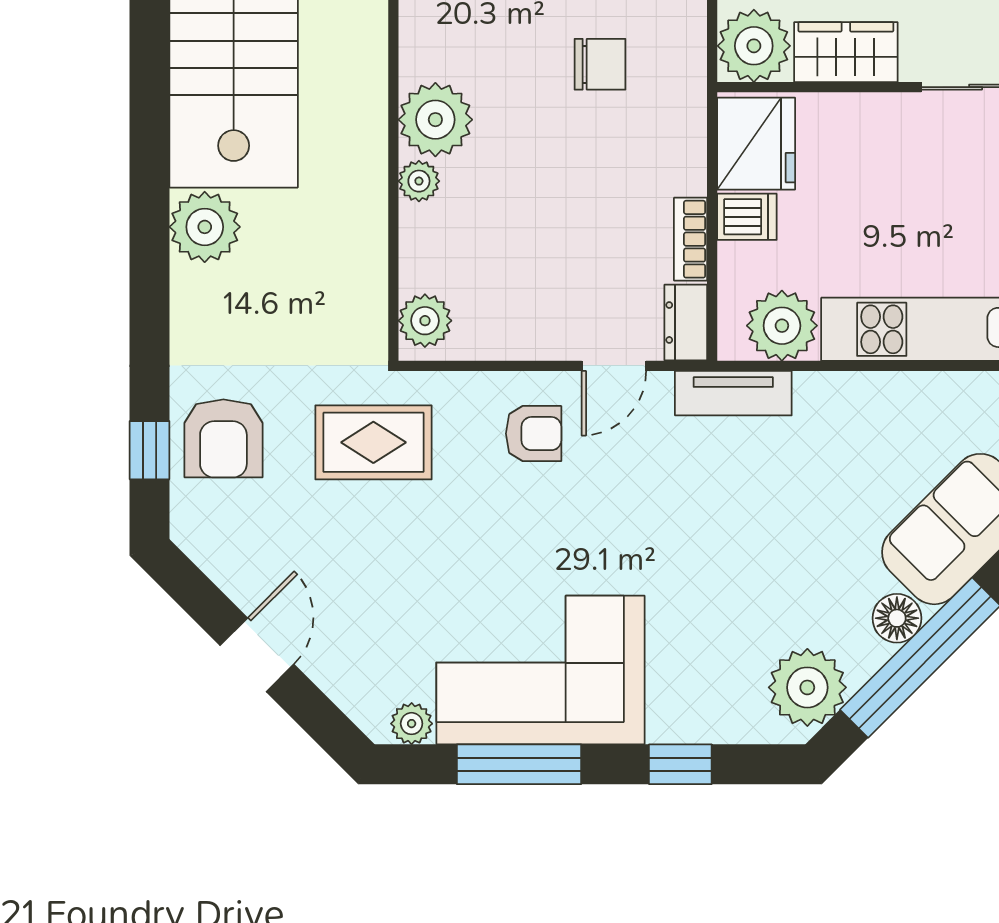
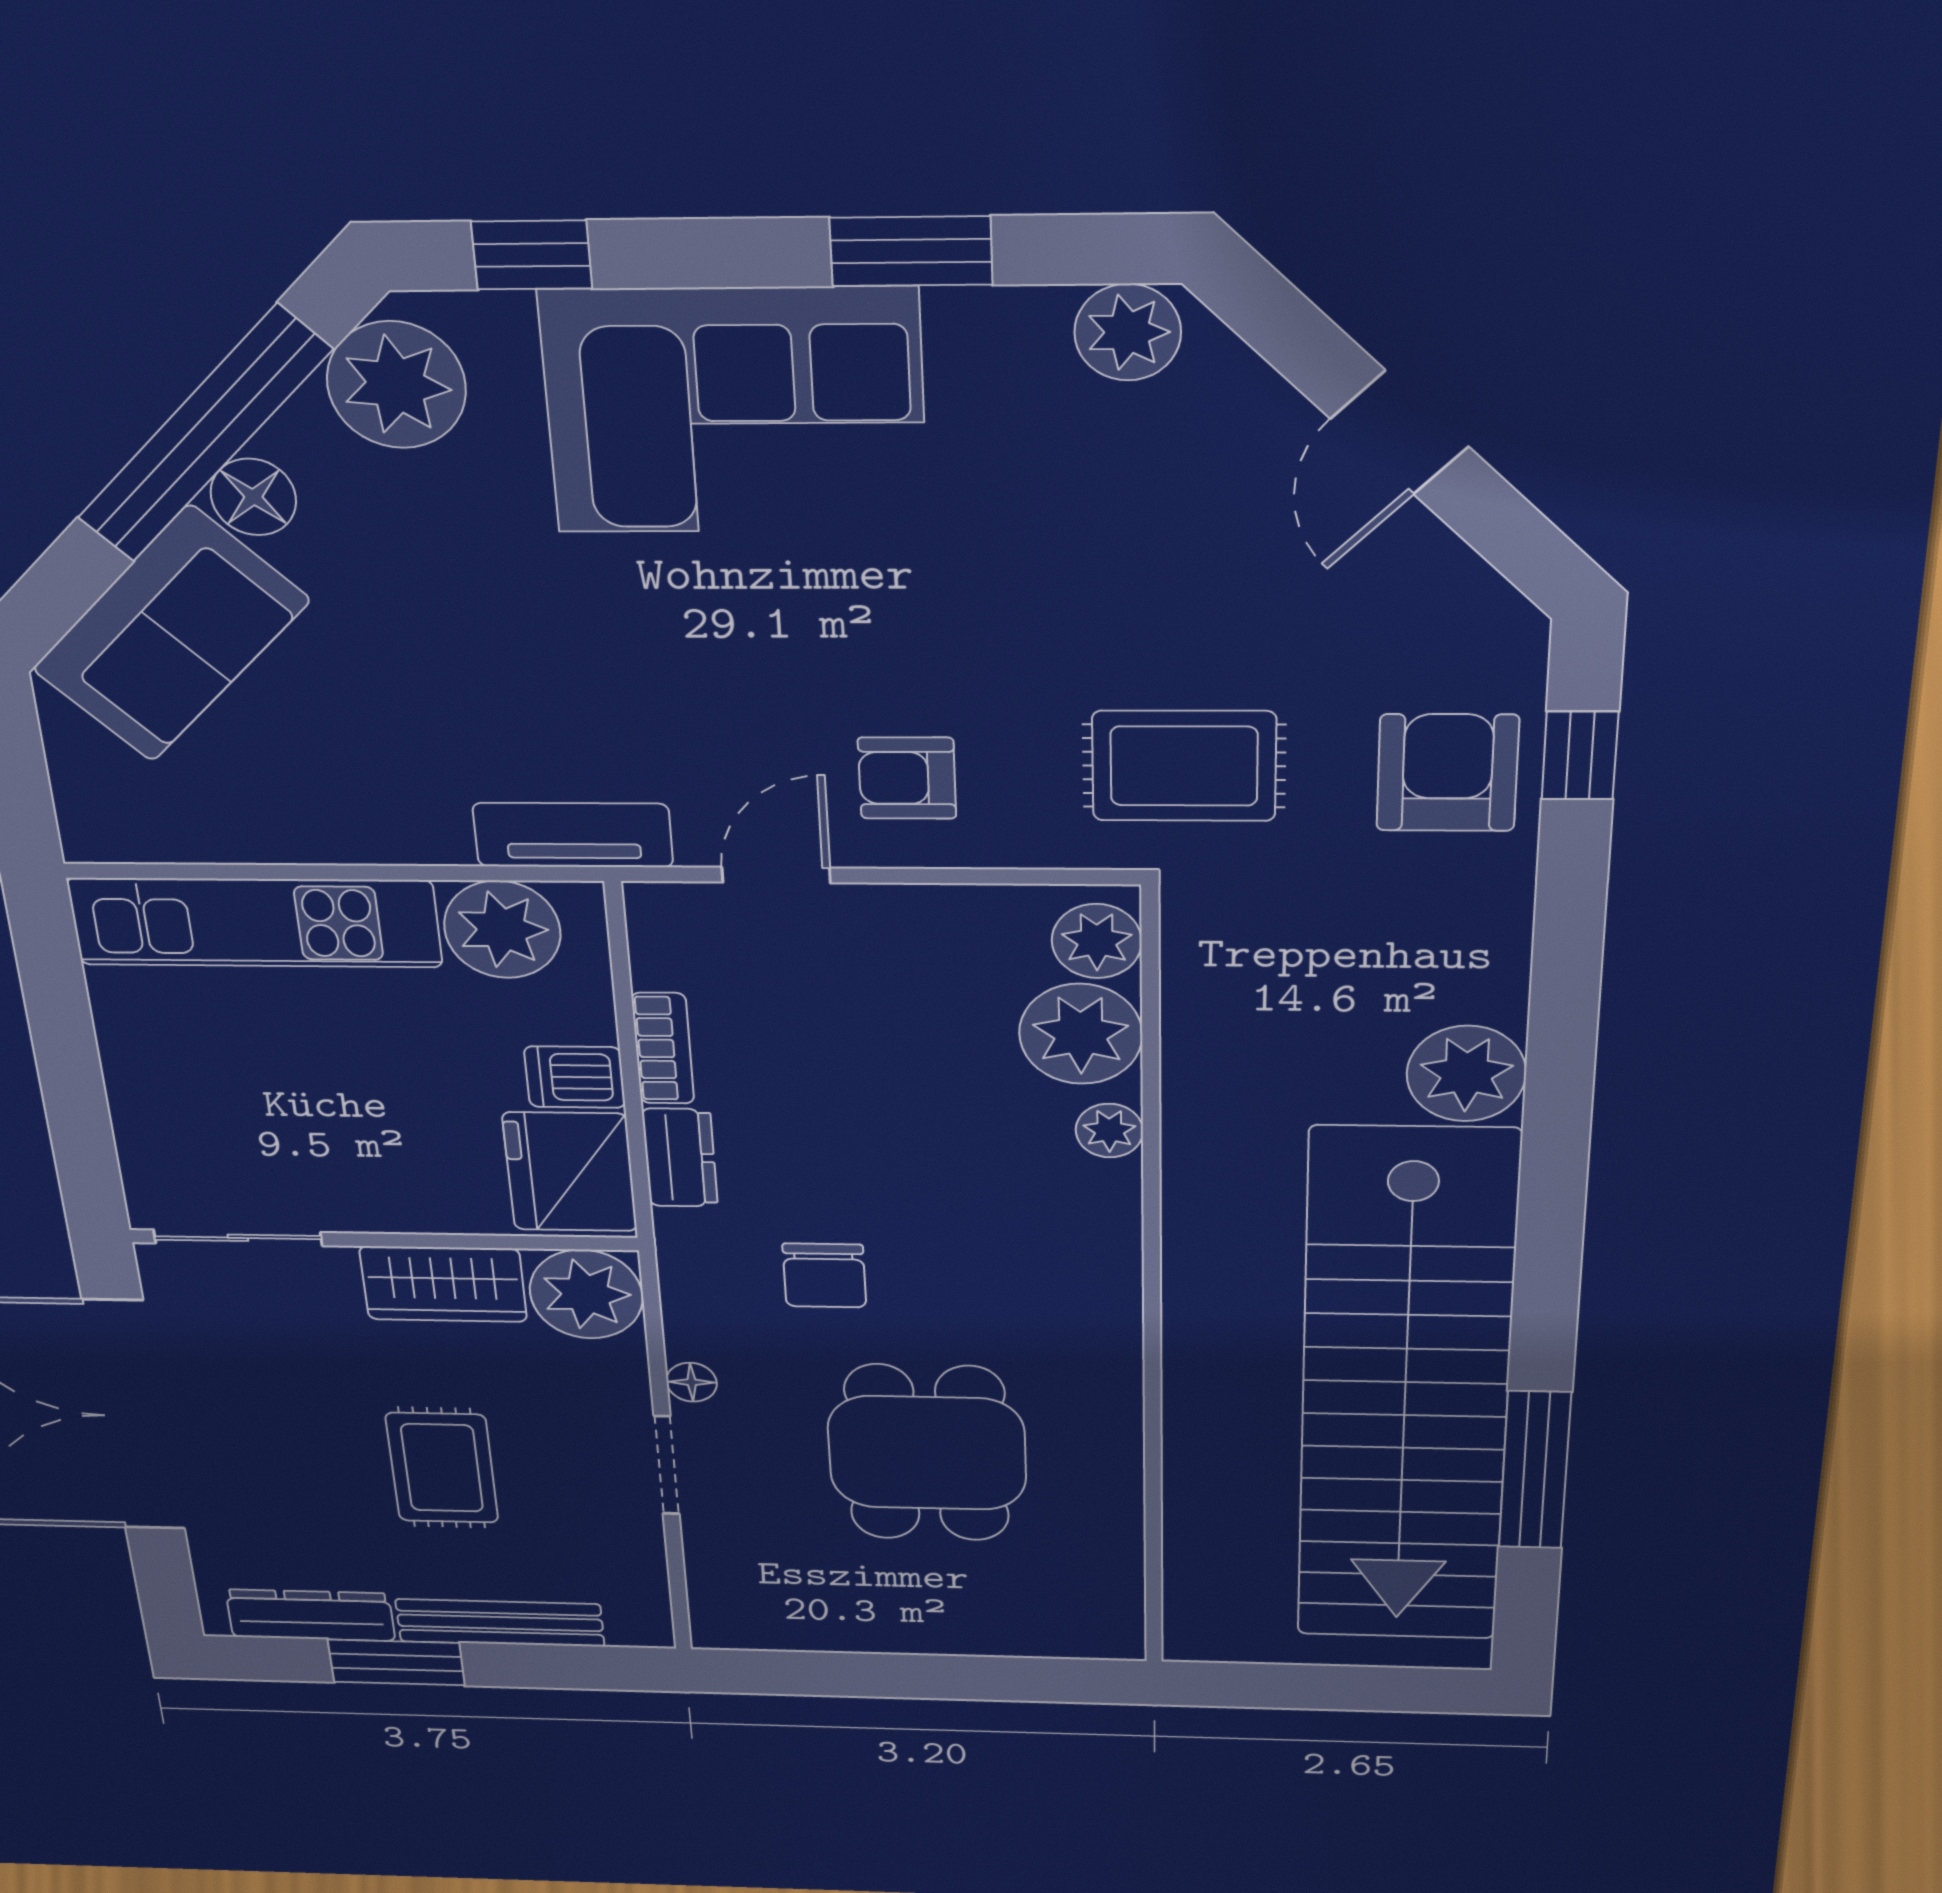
chair: (600, 64) -> (824, 1275), turned -90
plant: (435, 120) -> (1081, 1034), moved
dresser: (686, 322) -> (680, 1158), moved
corner sofa: (541, 670) -> (735, 411), moved
plant: (412, 724) -> (1128, 332), width x1.38, depth x1.38
window: (519, 764) -> (911, 251), width x0.69
window: (680, 764) -> (532, 255), moved

